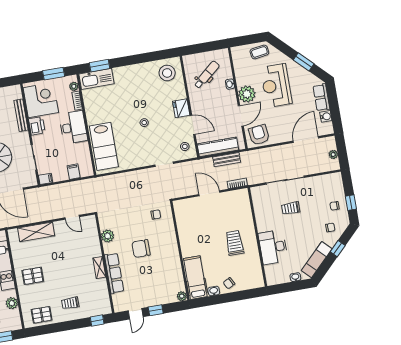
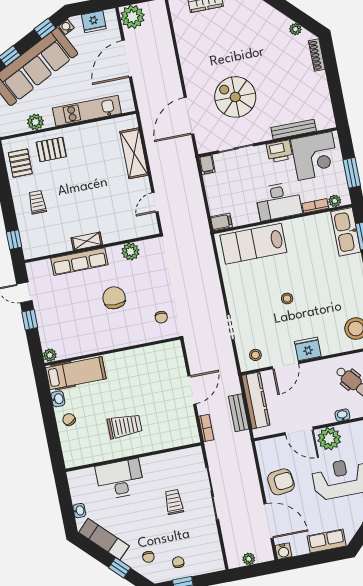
water cooler: (326, 116) -> (283, 551), moved
armchair: (259, 135) -> (281, 482), moved
filing cabinet: (74, 172) -> (221, 222), moved
pallet: (33, 276) -> (51, 149), moved, turned 90

